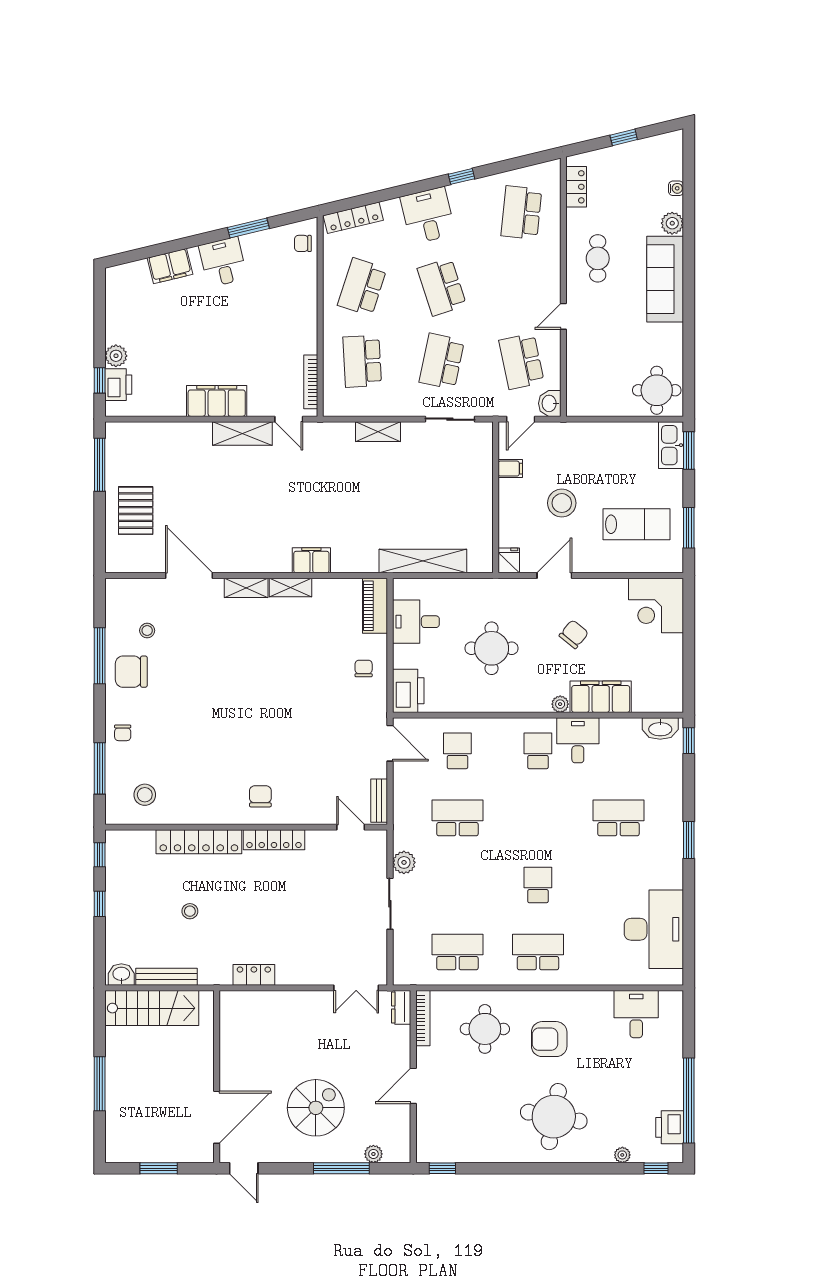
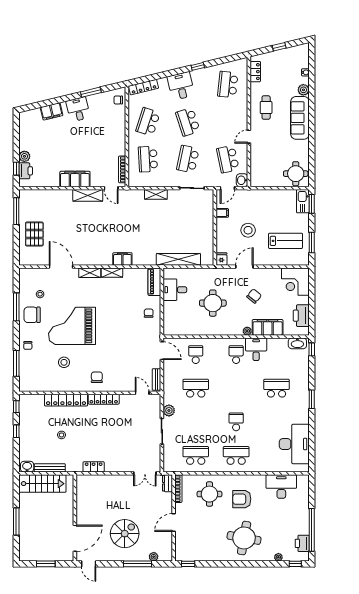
printer: (408, 691) -> (301, 316), moved, turned 180
grand piano: (211, 694) -> (72, 326), added
stool: (145, 795) -> (64, 362), moved
desk: (636, 1014) -> (281, 487), width x1.37

